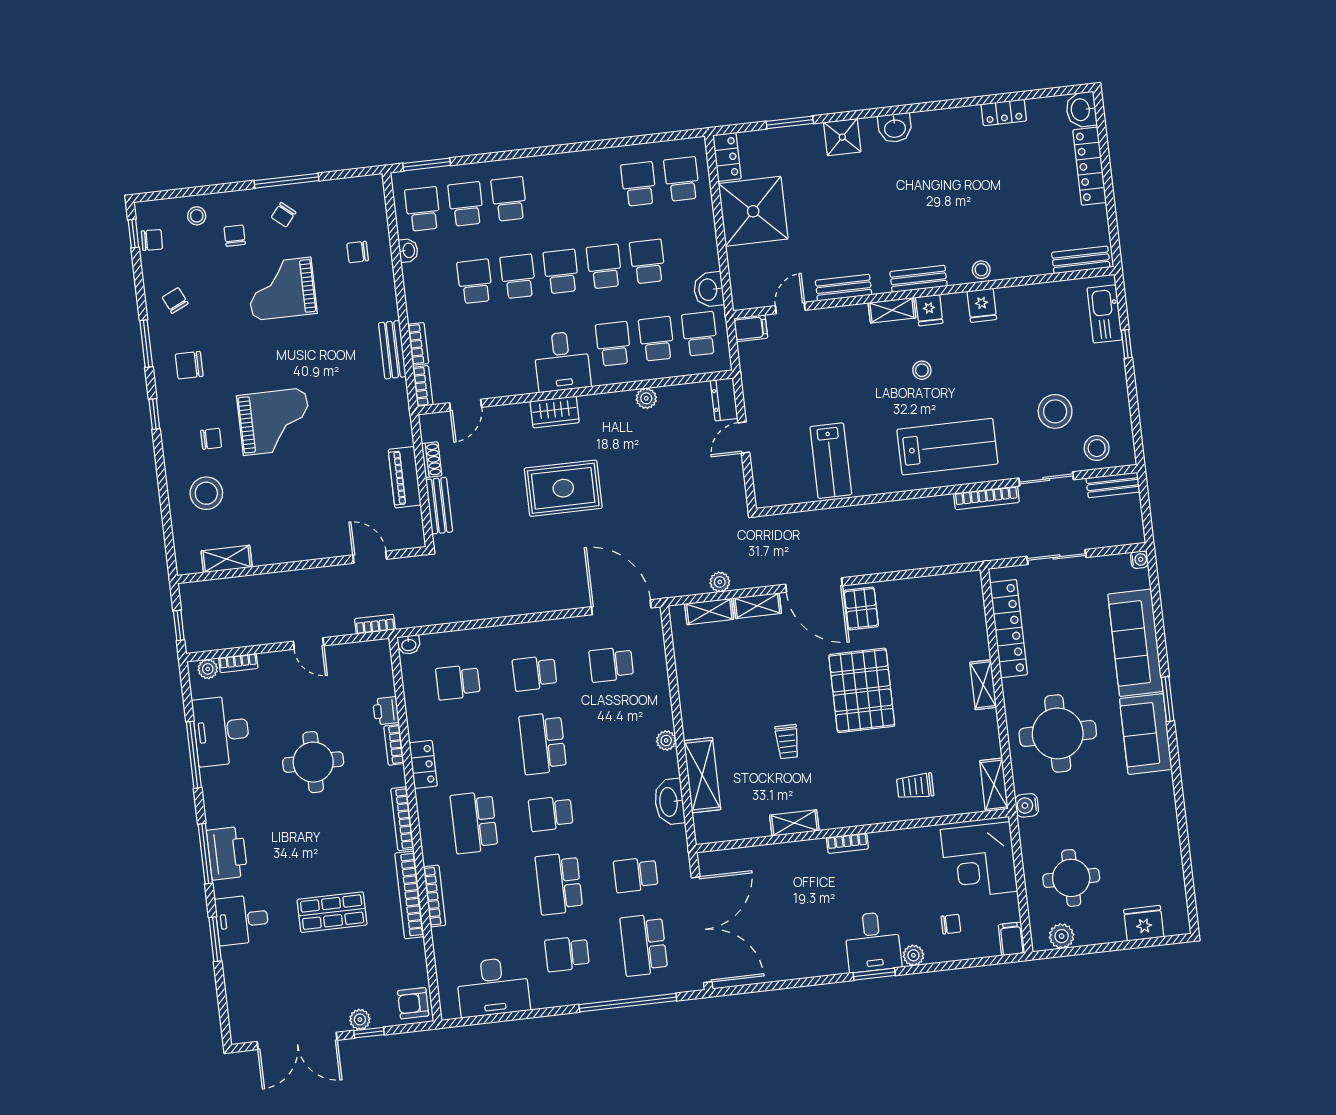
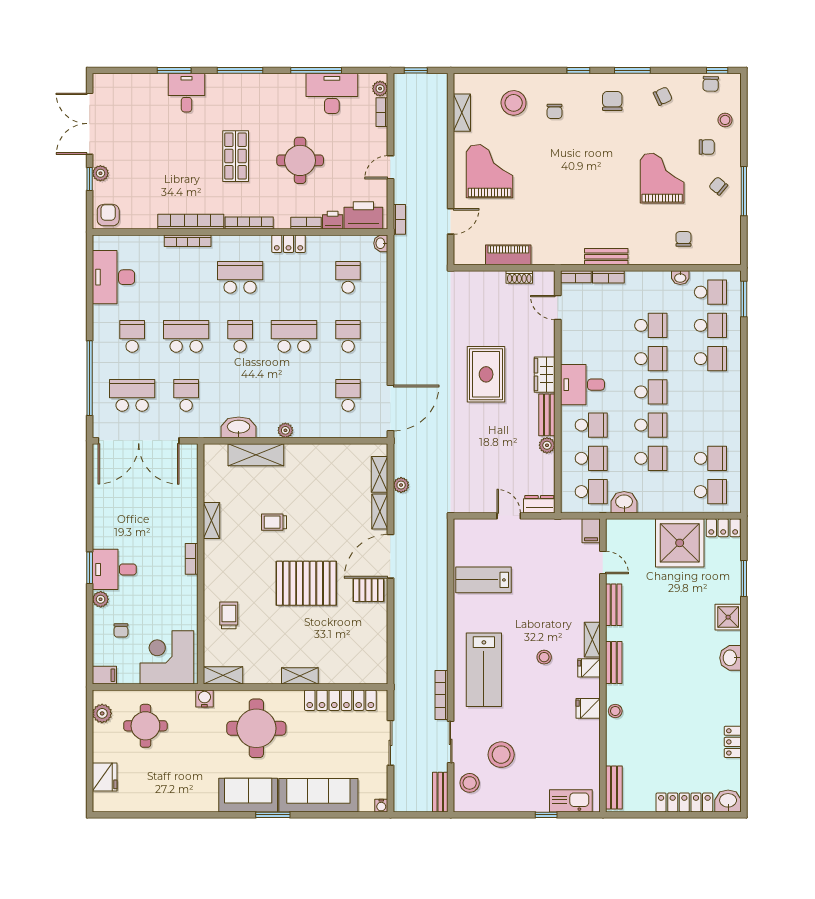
grand piano: (275, 422) -> (490, 171), moved, turned 180
bench: (439, 506) -> (547, 415), moved, turned 90
printer: (227, 853) -> (363, 215), moved, turned 180
shop shelf: (332, 912) -> (236, 156), moved

